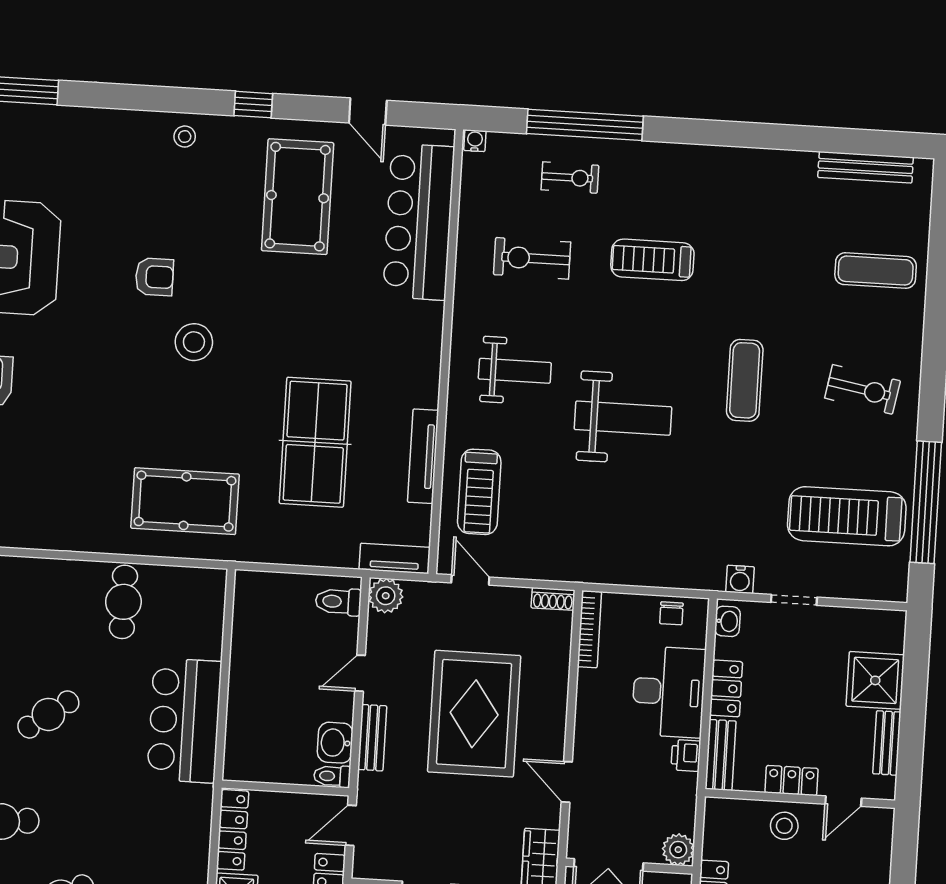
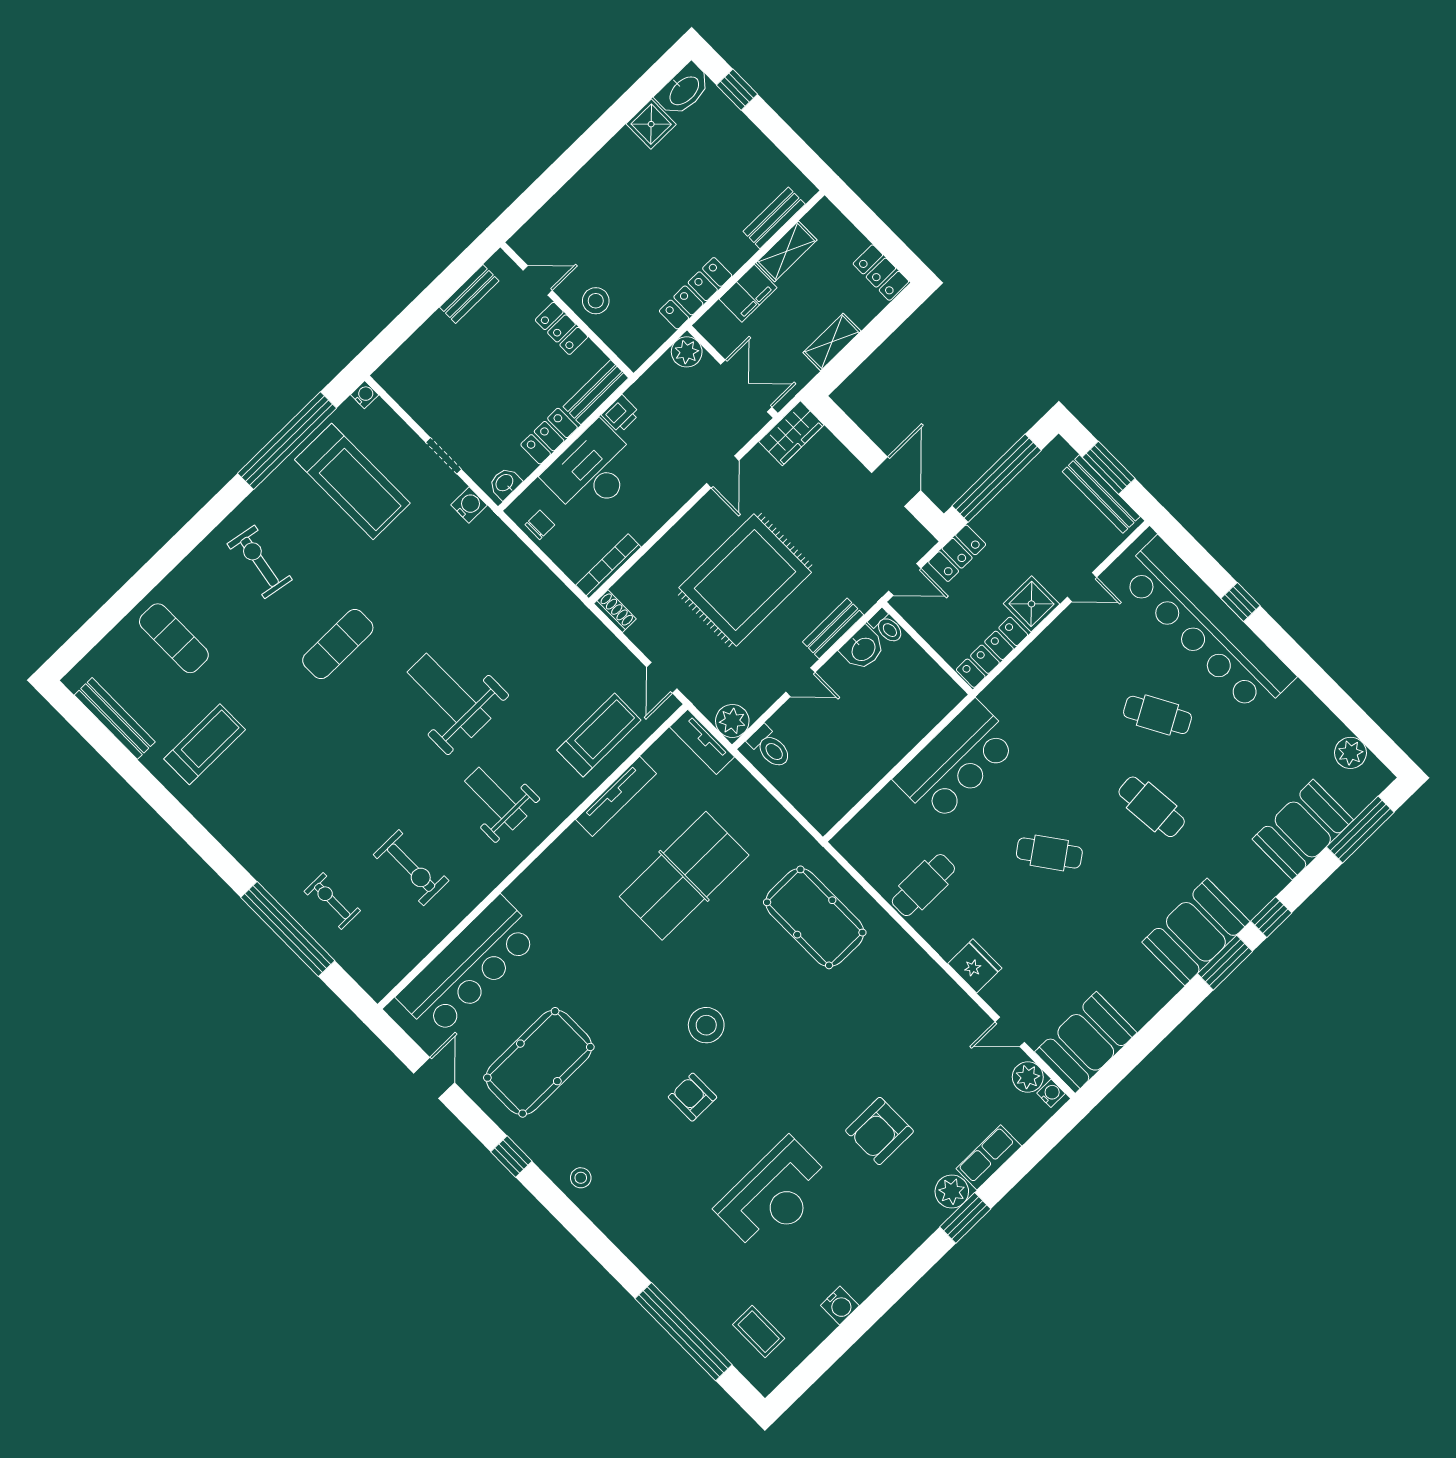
water cooler: (475, 141) -> (365, 395), moved, turned 180
treadmill: (652, 260) -> (205, 744), moved, turned -90
fridge: (27, 575) -> (975, 966), added
shower: (875, 680) -> (437, 346), removed

